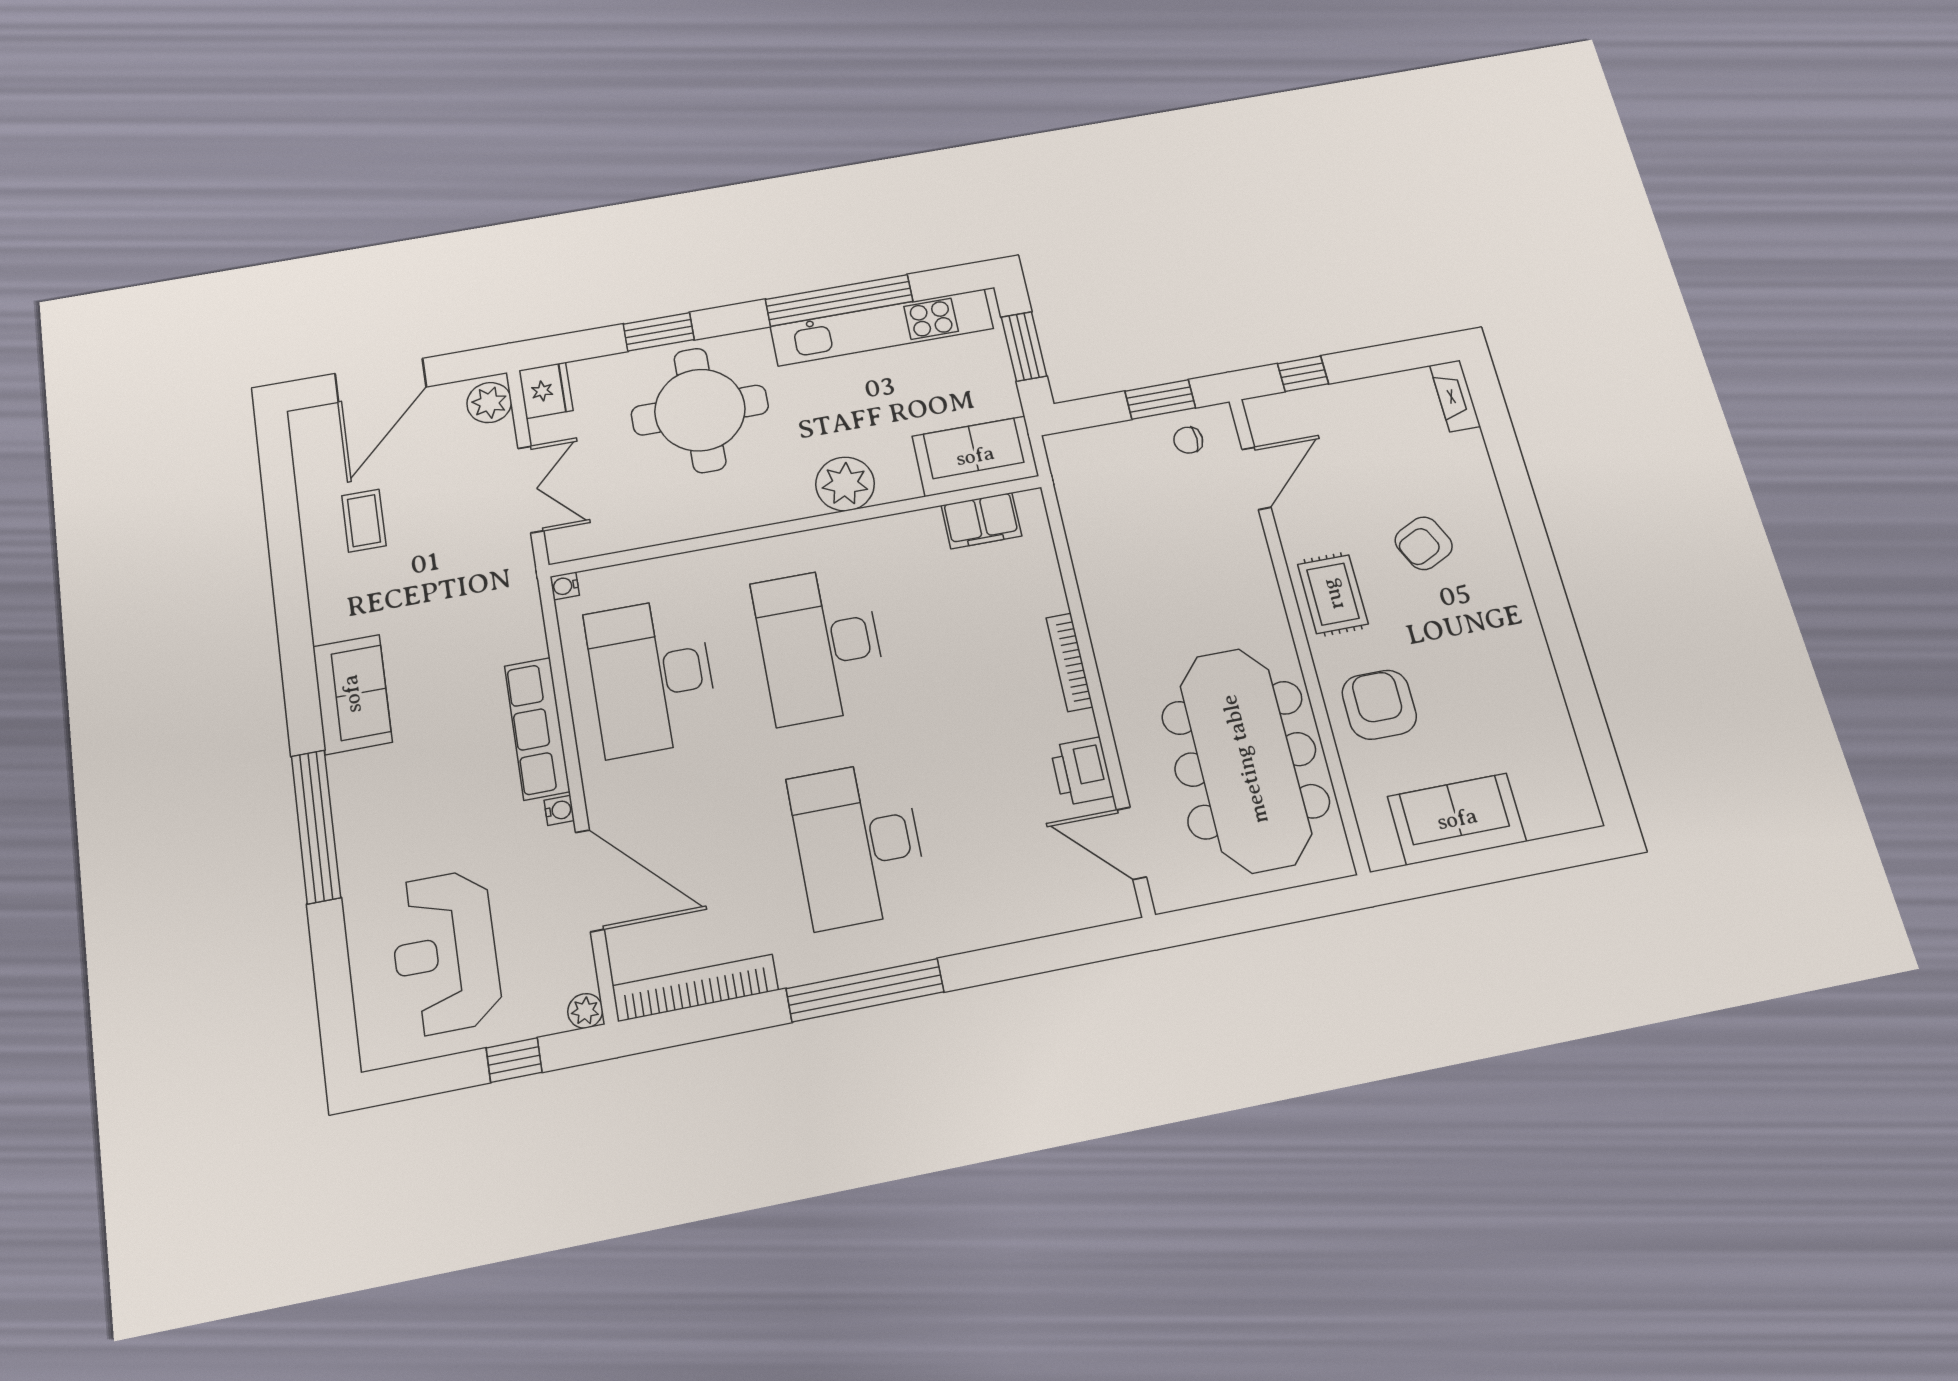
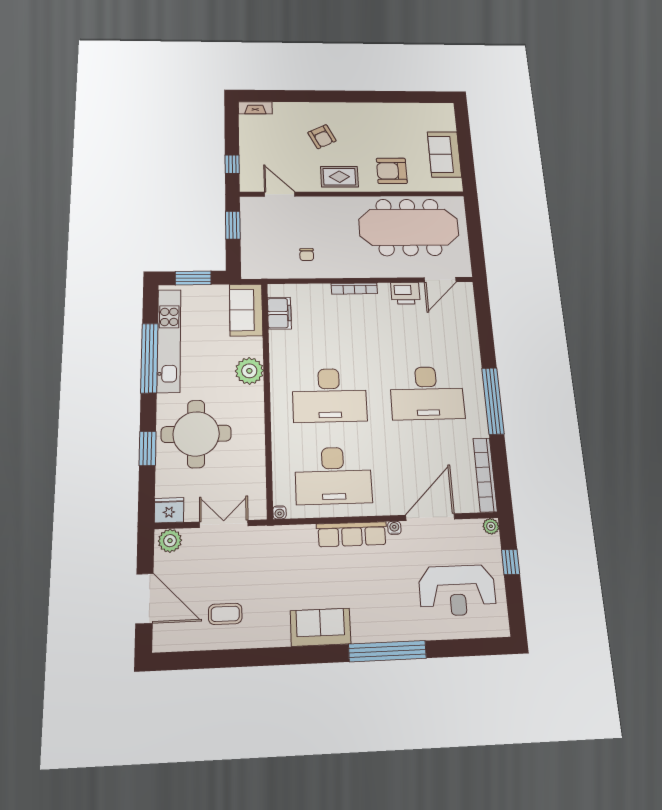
chair: (1188, 440) -> (307, 255), moved

